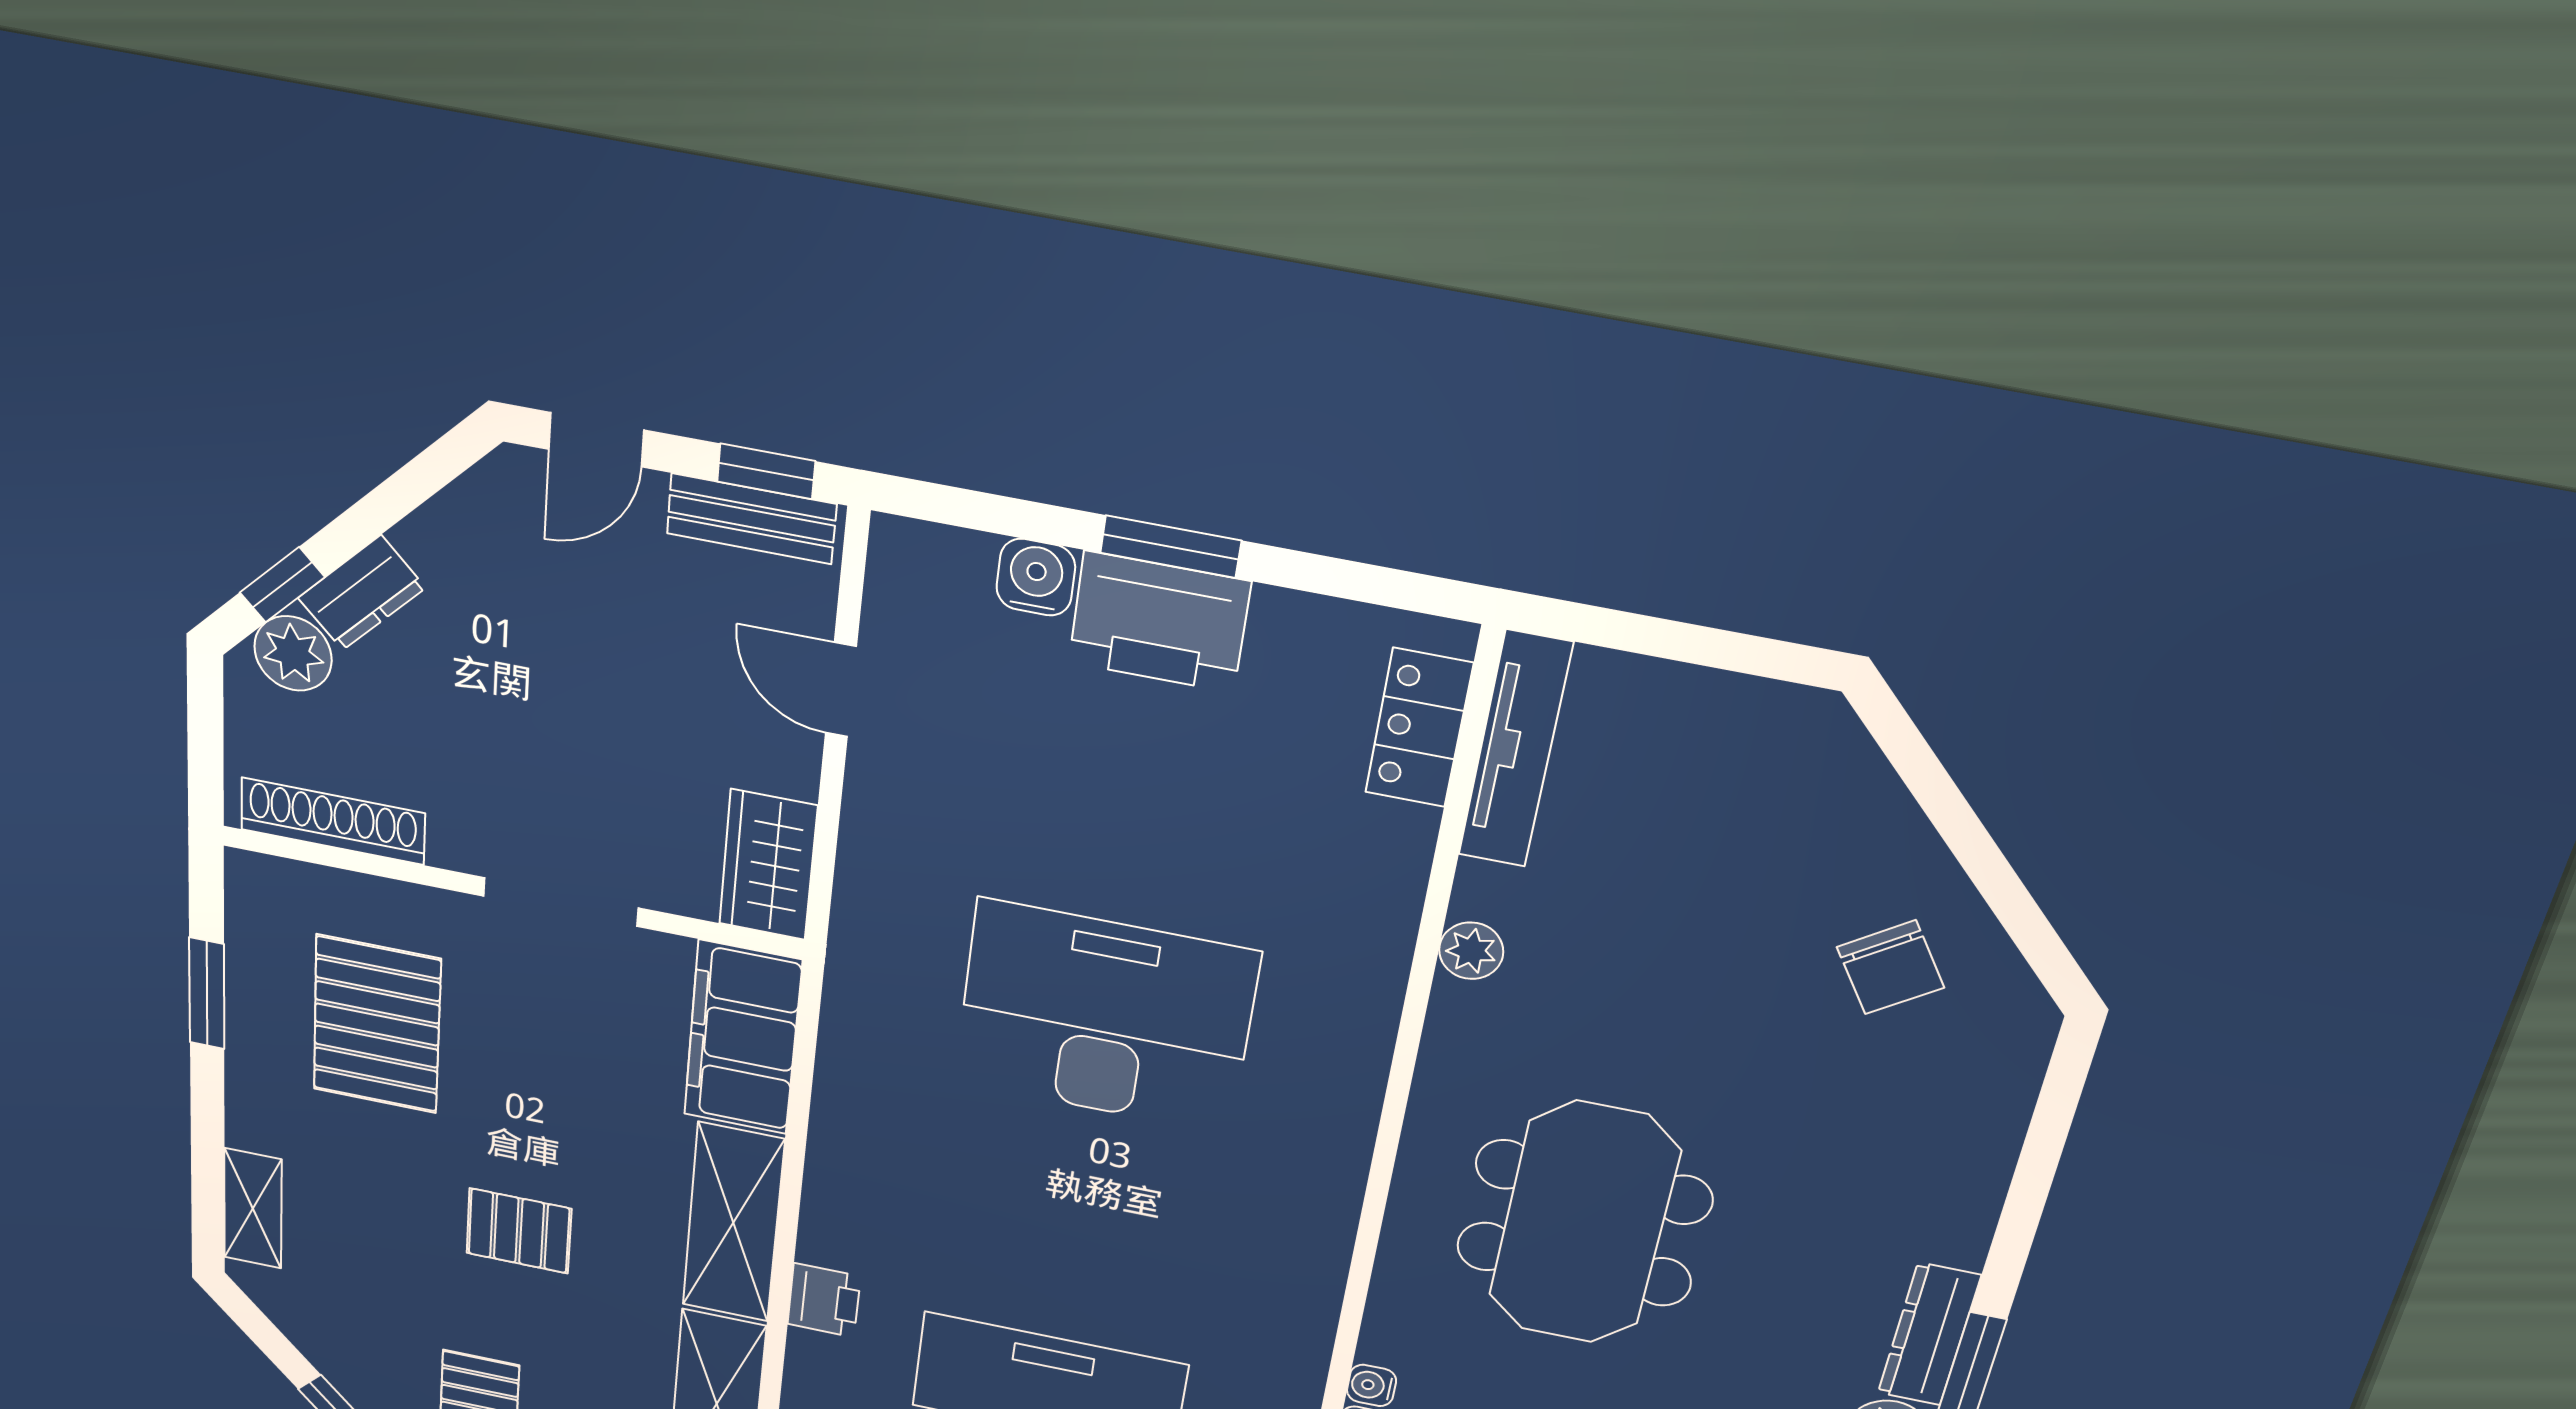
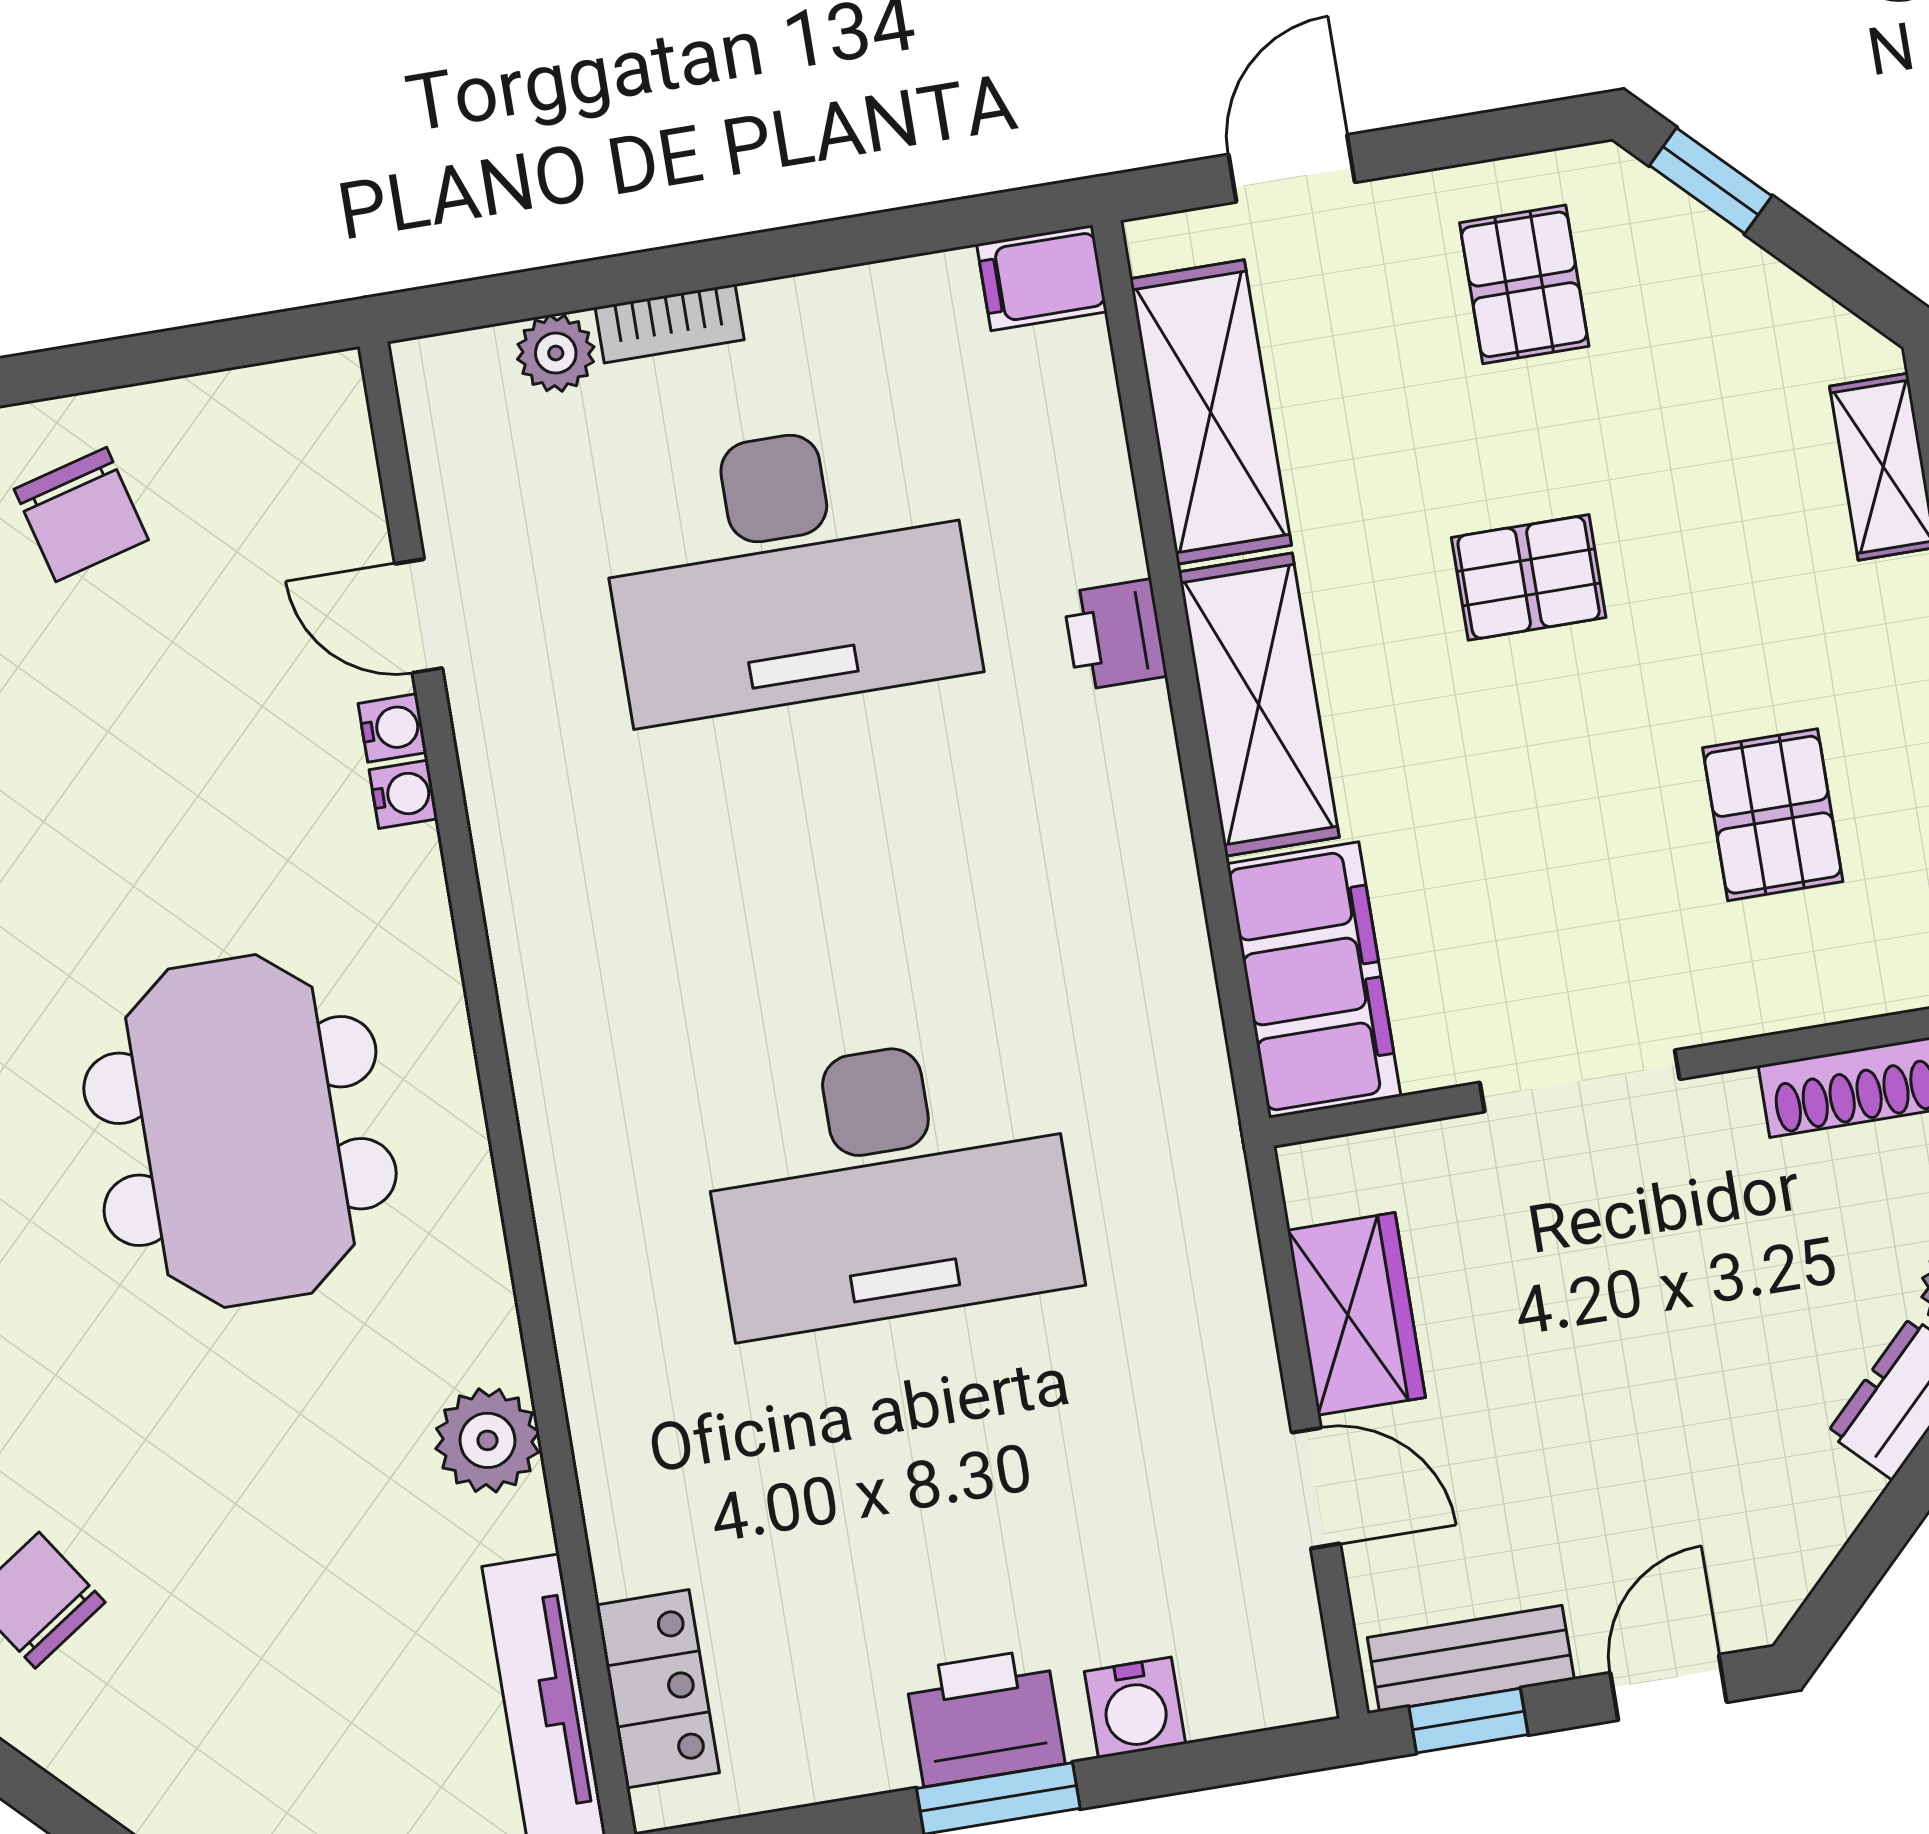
printer: (1159, 622) -> (985, 1717), width x0.73, depth x0.84
wardrobe: (768, 865) -> (1356, 1314), moved
plant: (1471, 951) -> (487, 1440), width x1.38, depth x1.38
pallet: (377, 1025) -> (1773, 815), width x0.67, depth x0.71

